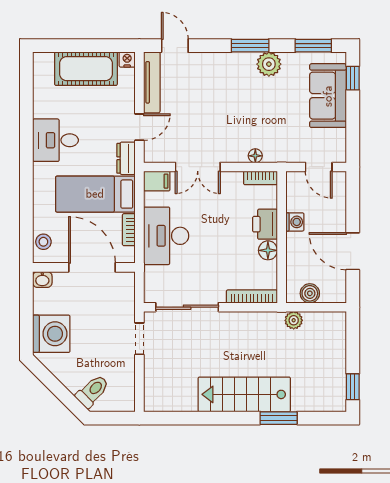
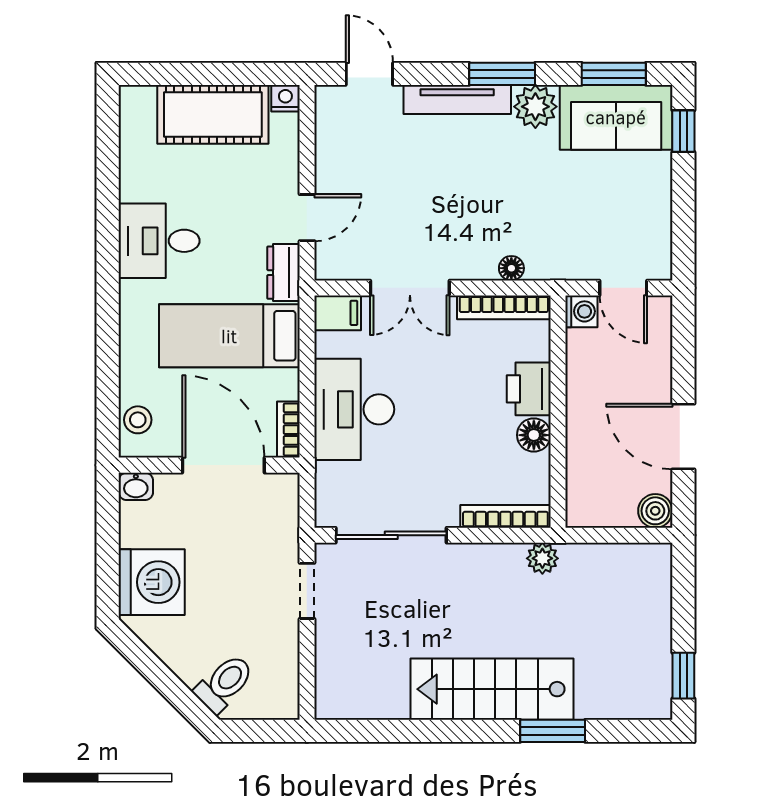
tv unit: (152, 82) -> (457, 100), moved, turned 90
sofa: (328, 96) -> (616, 117), moved, turned -90
bookcase: (260, 178) -> (504, 307), width x1.56
washing machine: (295, 222) -> (581, 311), moved
bookcase: (129, 230) -> (288, 430), moved
boiler: (310, 293) -> (655, 511), moved
plant: (294, 320) -> (542, 558), moved

